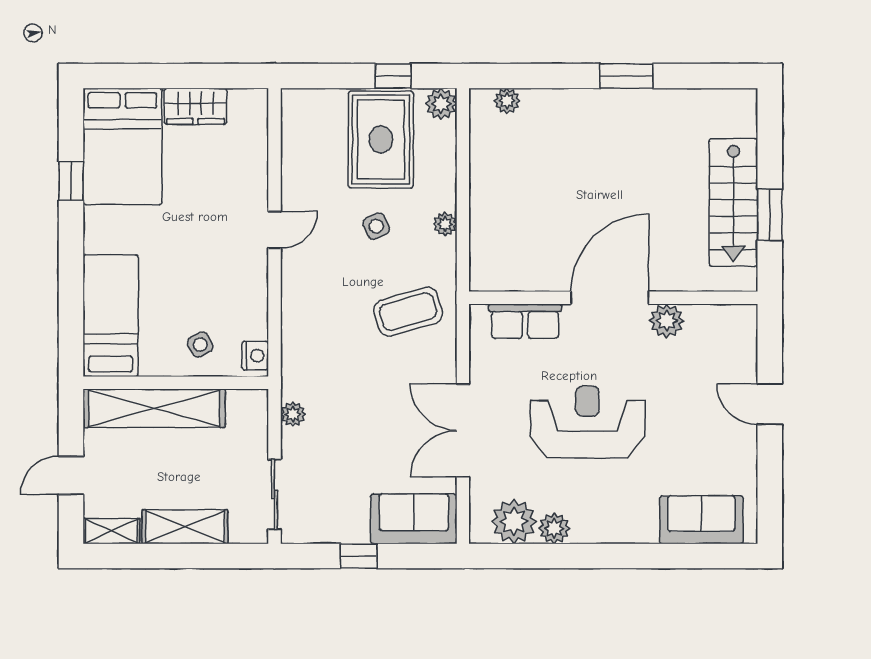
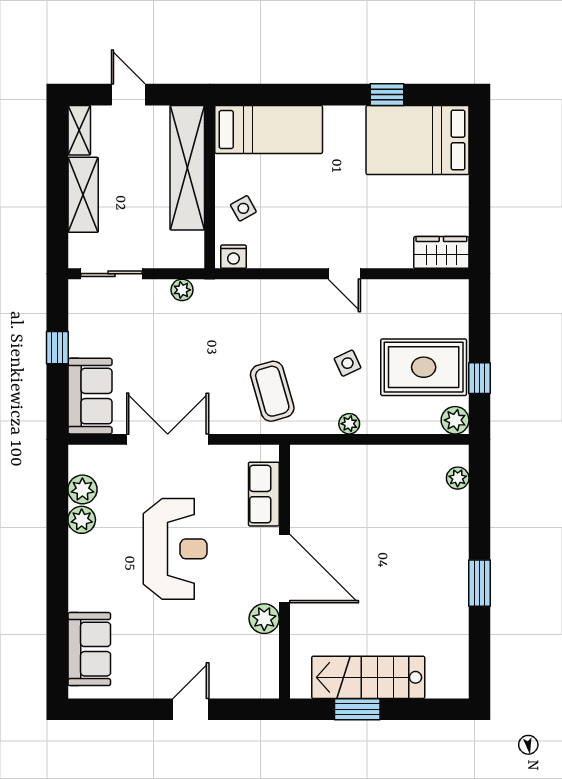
wardrobe: (195, 106) -> (441, 252), moved, turned 90
plant: (514, 521) -> (82, 489), width x0.73, depth x0.73

